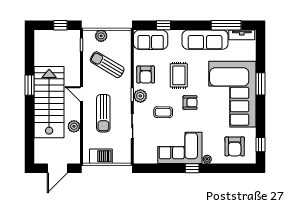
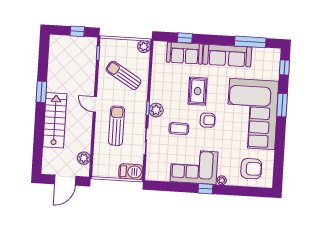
tv unit: (242, 35) -> (266, 53), removed
plant: (101, 36) -> (144, 46), moved
sofa: (151, 40) -> (185, 53), moved
armchair: (146, 75) -> (163, 88), removed
stairs: (49, 102) -> (55, 120), width x0.73, depth x0.66
sun lounger: (103, 113) -> (117, 126), turned 180
plant: (74, 126) -> (84, 158), moved
window: (260, 145) -> (284, 67), moved
armchair: (235, 146) -> (251, 169), turned -90
barbecue: (101, 156) -> (131, 172), moved

